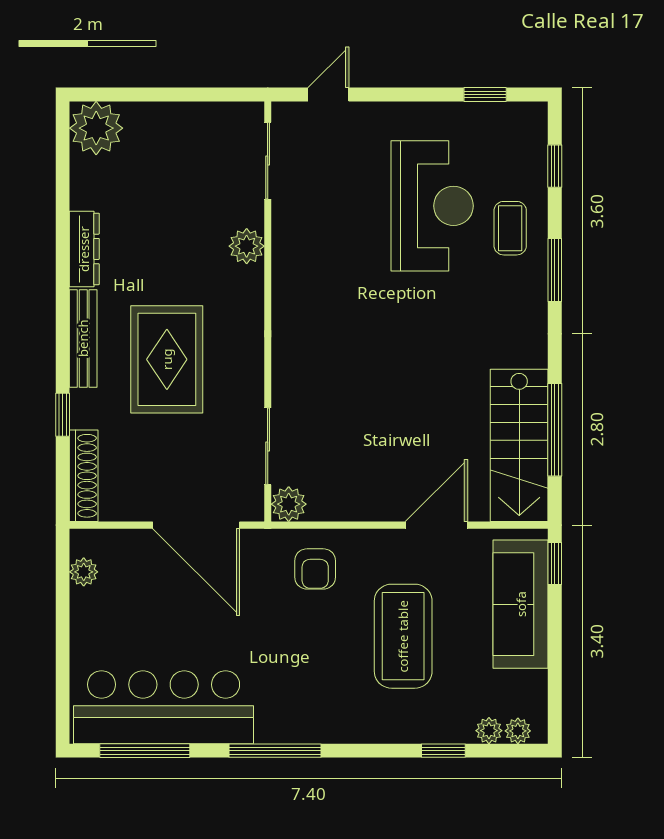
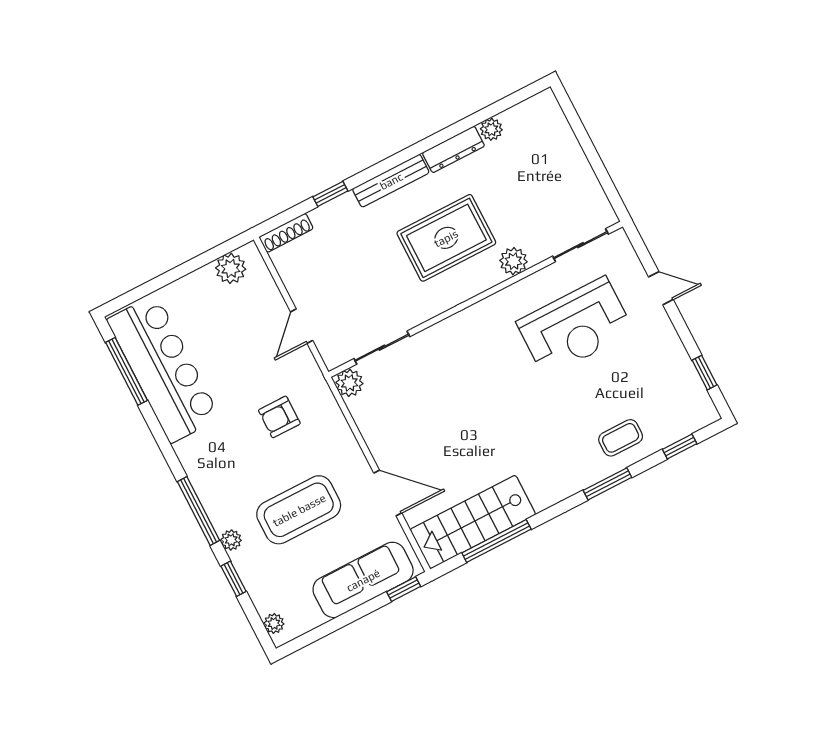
door: (328, 95) -> (661, 288), moved
plant: (96, 128) -> (491, 129), moved, width x0.53, depth x0.53
reception desk: (432, 206) -> (575, 327), moved
rug: (167, 359) -> (446, 238), moved
shoe rack: (84, 476) -> (286, 233), width x0.74, depth x0.81
door: (196, 525) -> (302, 326), width x0.53
armchair: (315, 569) -> (279, 417), moved
plant: (84, 572) -> (231, 268), width x1.38, depth x1.38
plant: (489, 731) -> (231, 540), moved
window: (275, 751) -> (199, 511), moved

